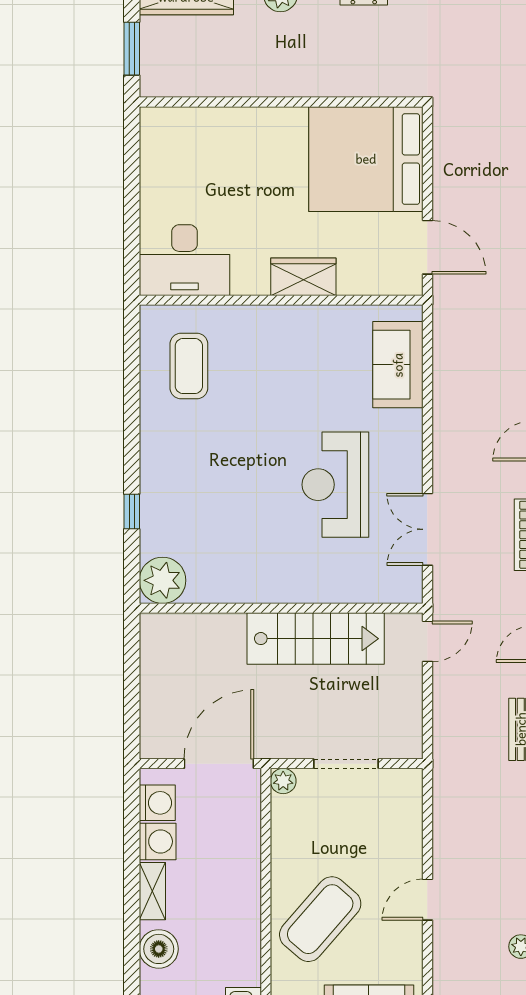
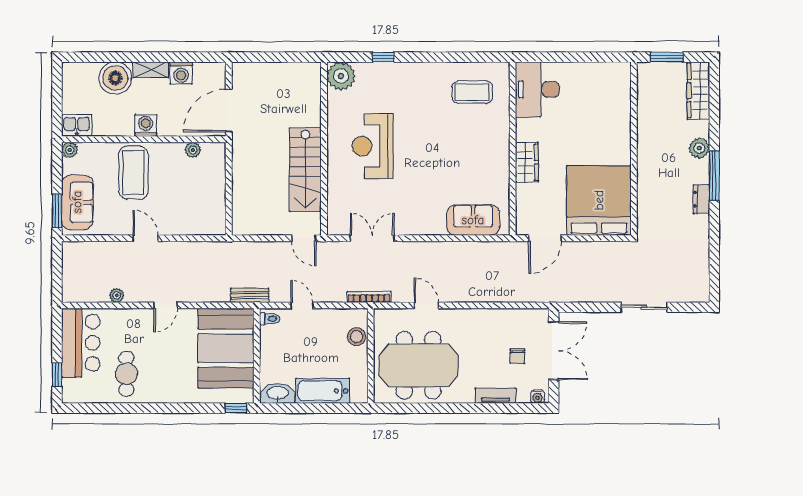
reception desk: (335, 485) -> (373, 146), moved, turned -90
door: (219, 764) -> (229, 110), swing flipped
doorway: (346, 764) -> (229, 188), removed
plant: (283, 781) -> (193, 150), moved
washing machine: (157, 803) -> (146, 125), moved, turned 180
coffee table: (320, 919) -> (133, 173), turned 49
boiler: (159, 949) -> (115, 78), width x1.37, depth x1.37

